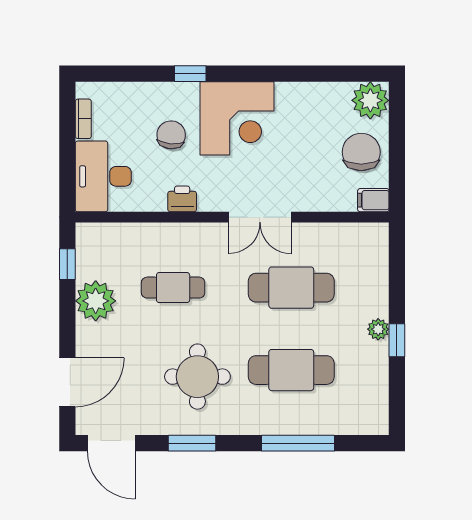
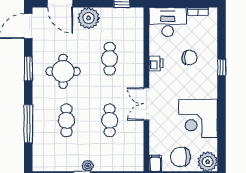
corner desk: (237, 118) -> (198, 118), moved
chair: (361, 152) -> (180, 157), turned 180
cafe table: (291, 288) -> (110, 120), width x0.73, depth x0.74
plant: (96, 301) -> (89, 18), moved
cafe table: (291, 370) -> (66, 120), width x0.73, depth x0.74

